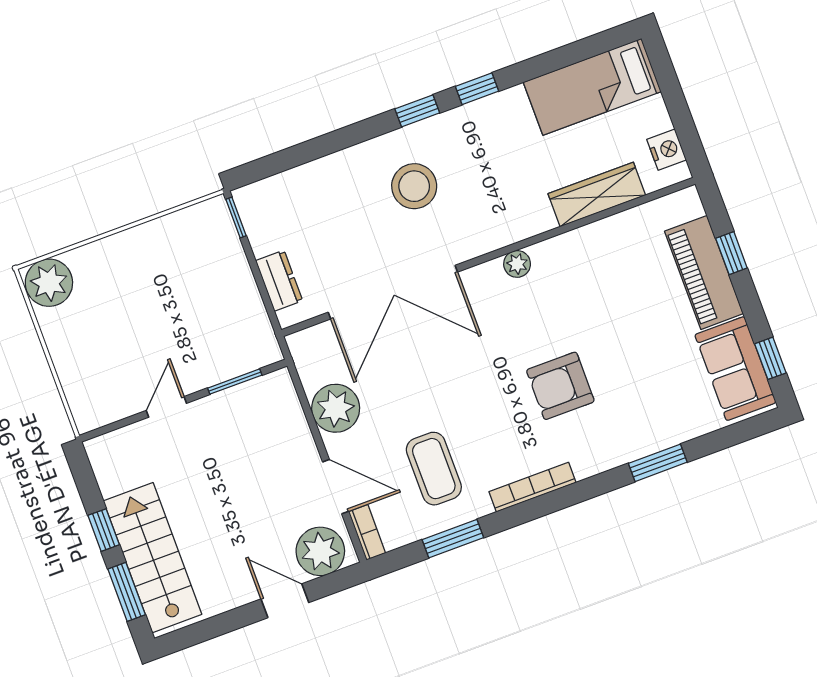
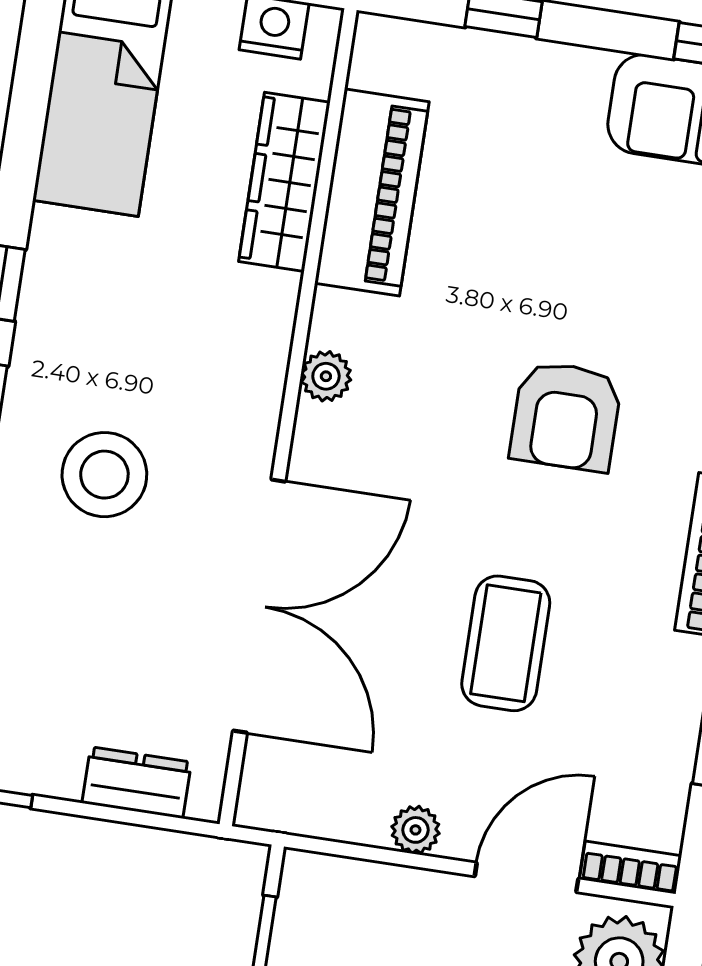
piano: (704, 272) -> (372, 192), moved, turned -90
plant: (336, 408) -> (415, 830), width x0.53, depth x0.53
coffee table: (434, 469) -> (506, 643), moved, turned 90

